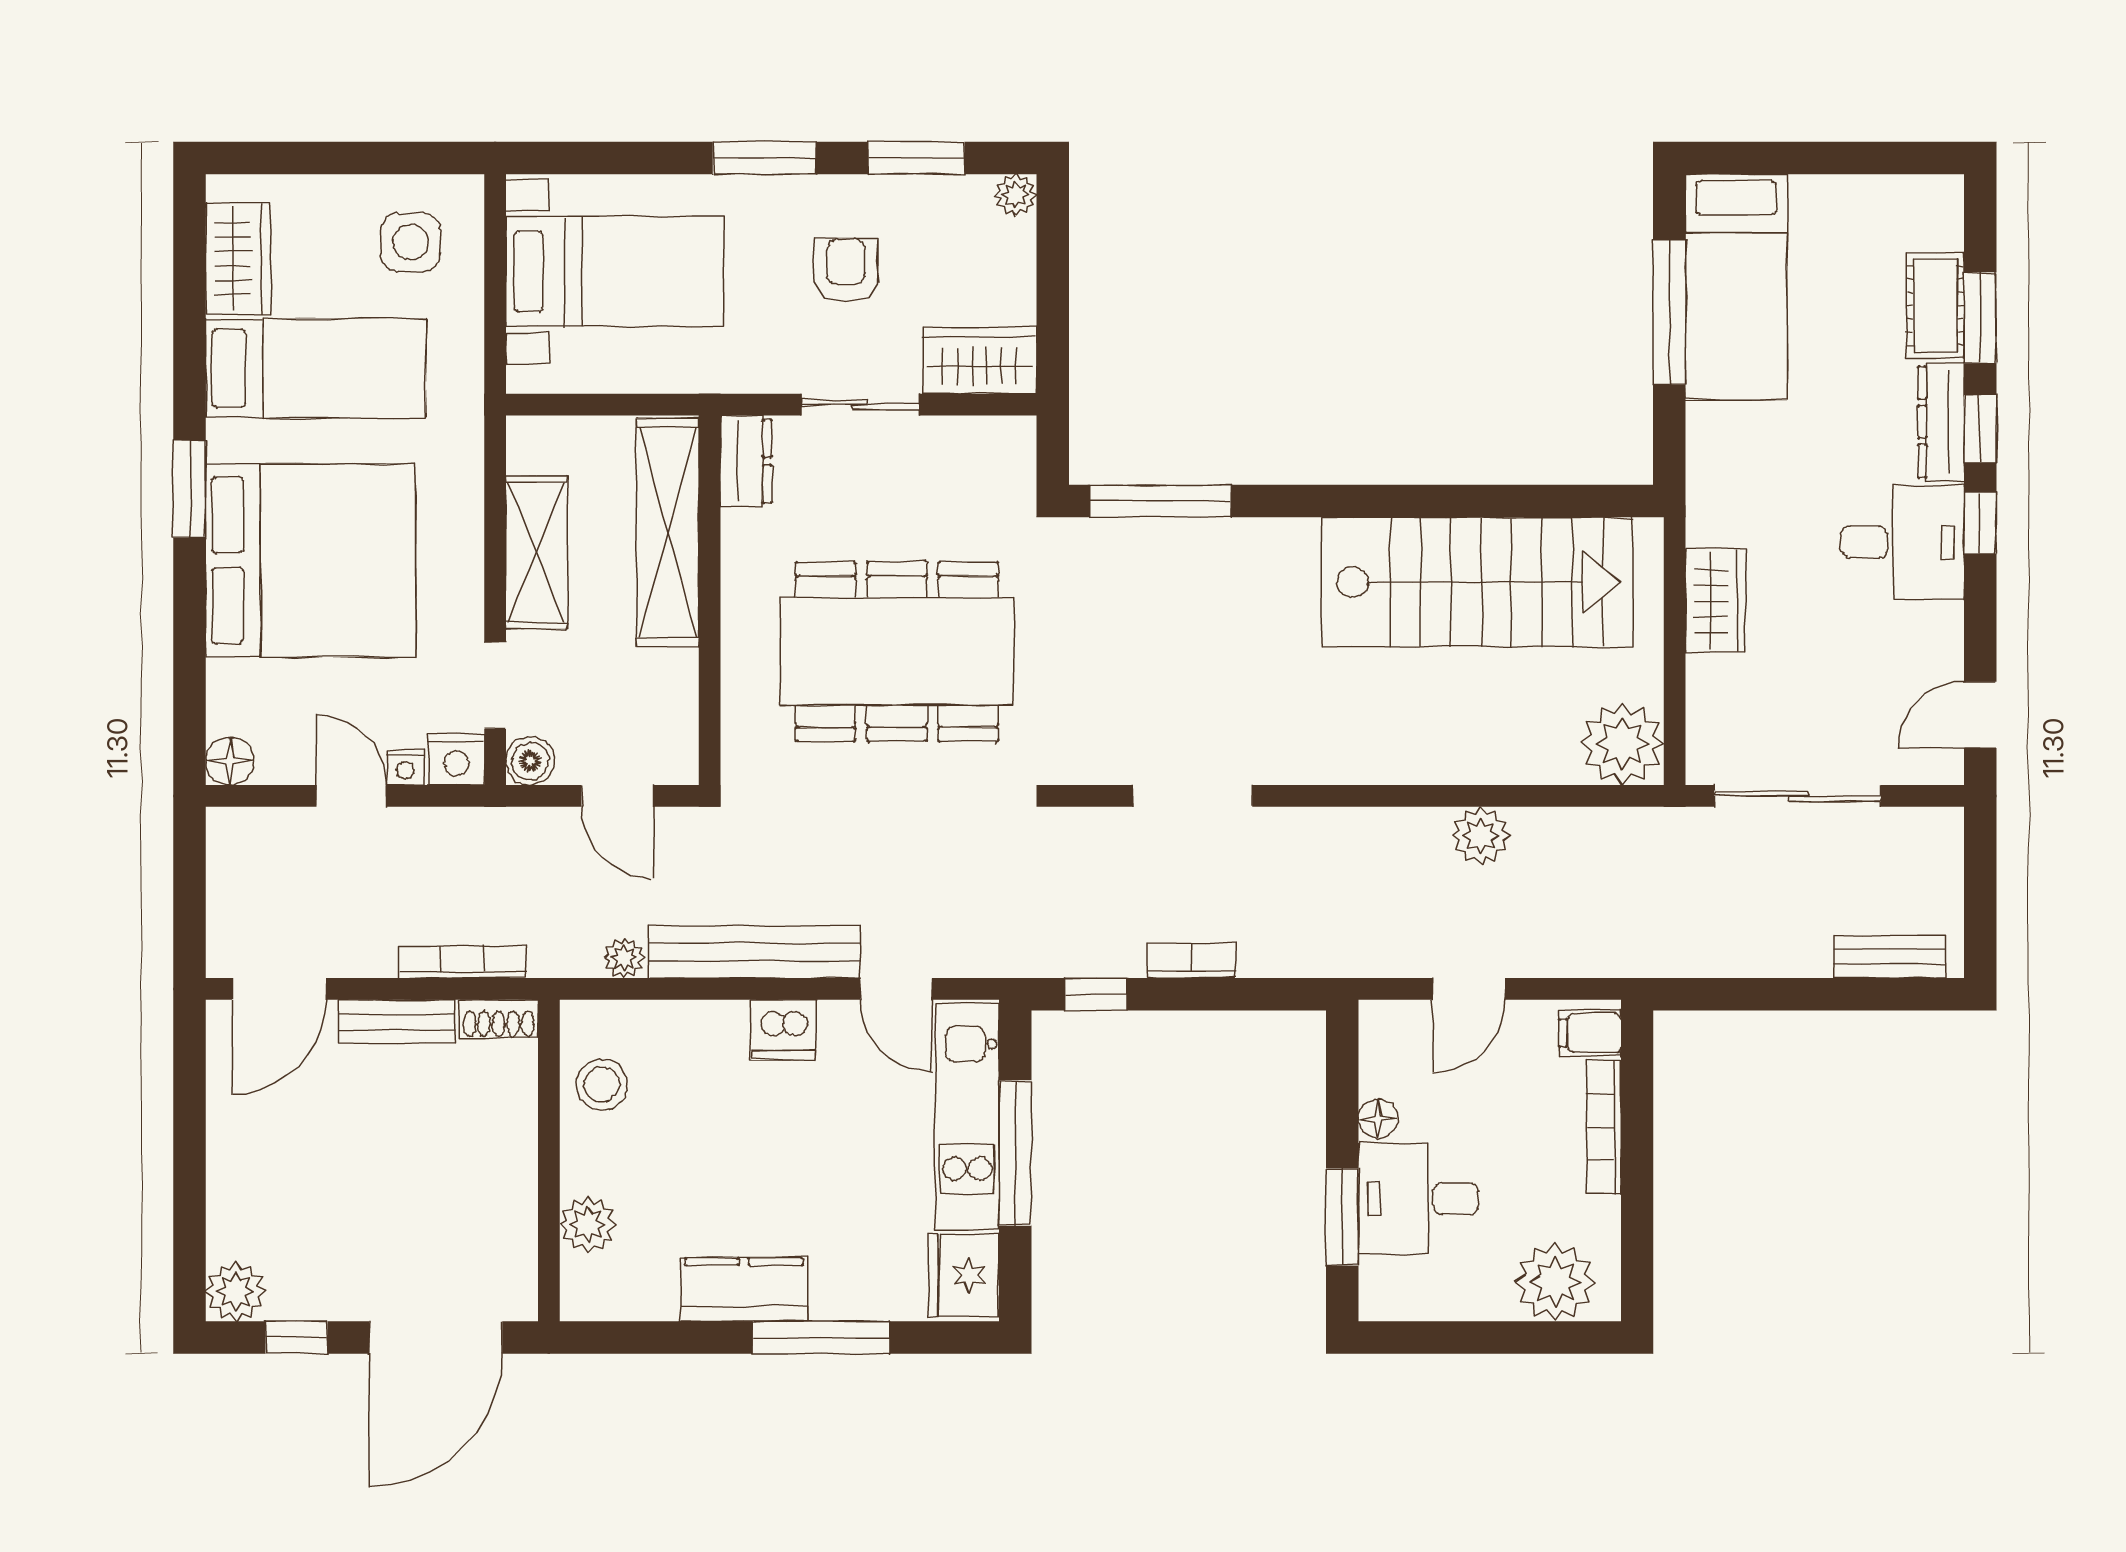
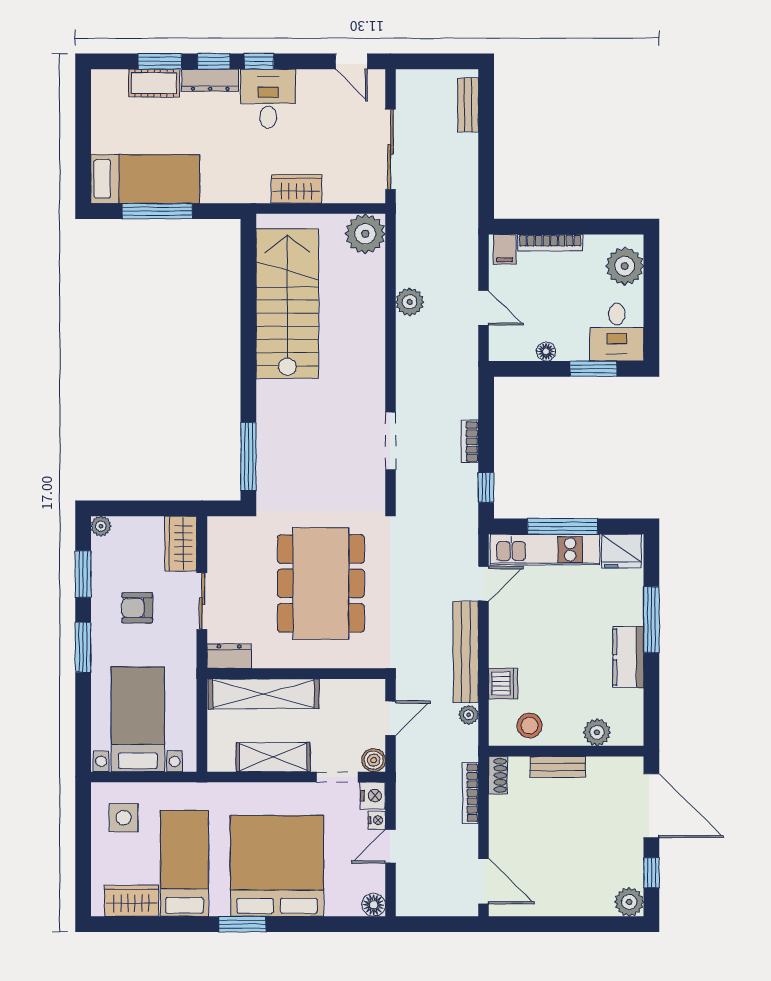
bench: (397, 1022) -> (558, 767), moved, turned 90
dishwasher: (783, 1030) -> (503, 684), moved
desk: (1419, 1199) -> (617, 332), moved

